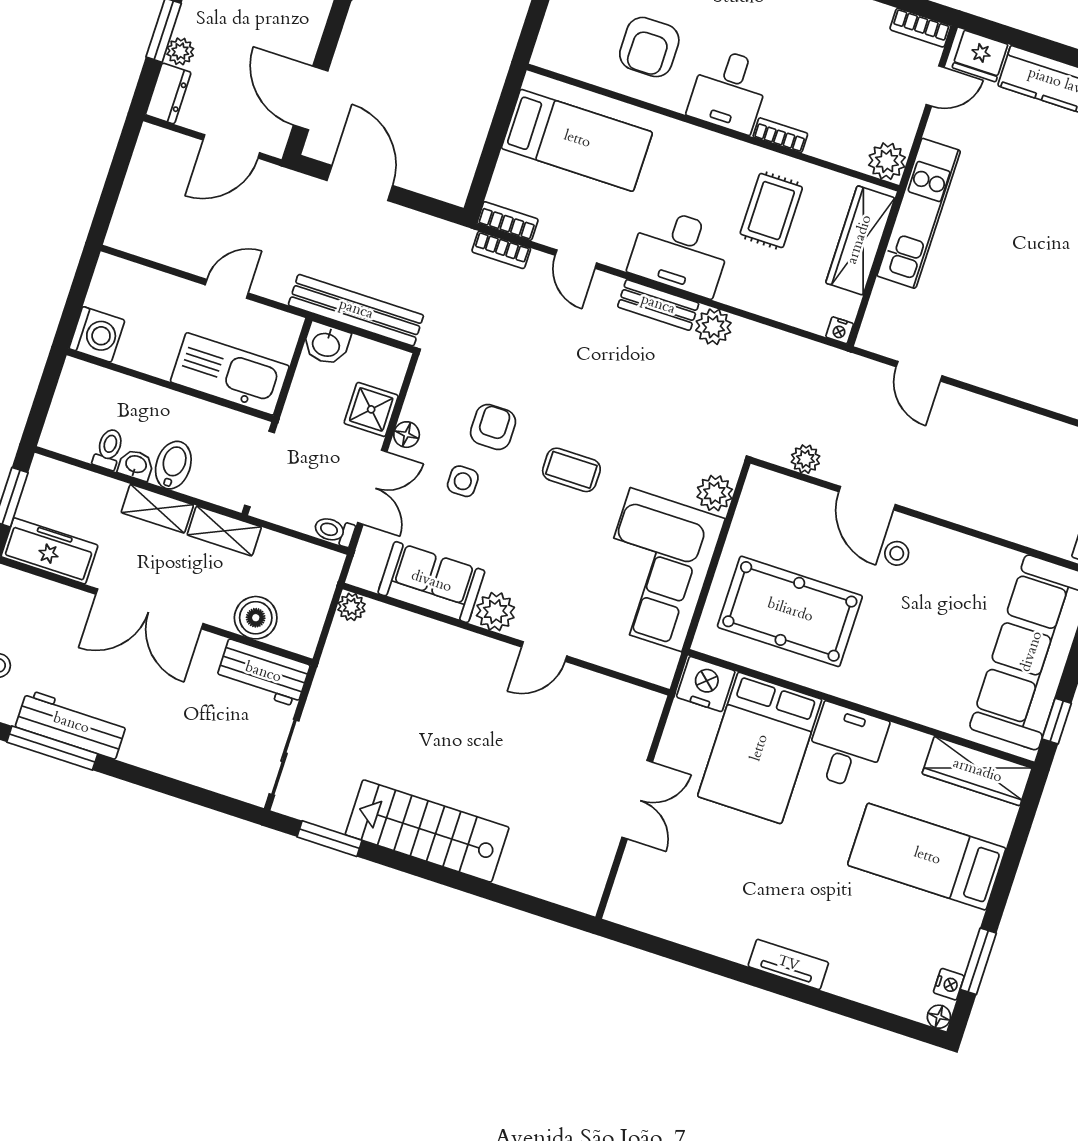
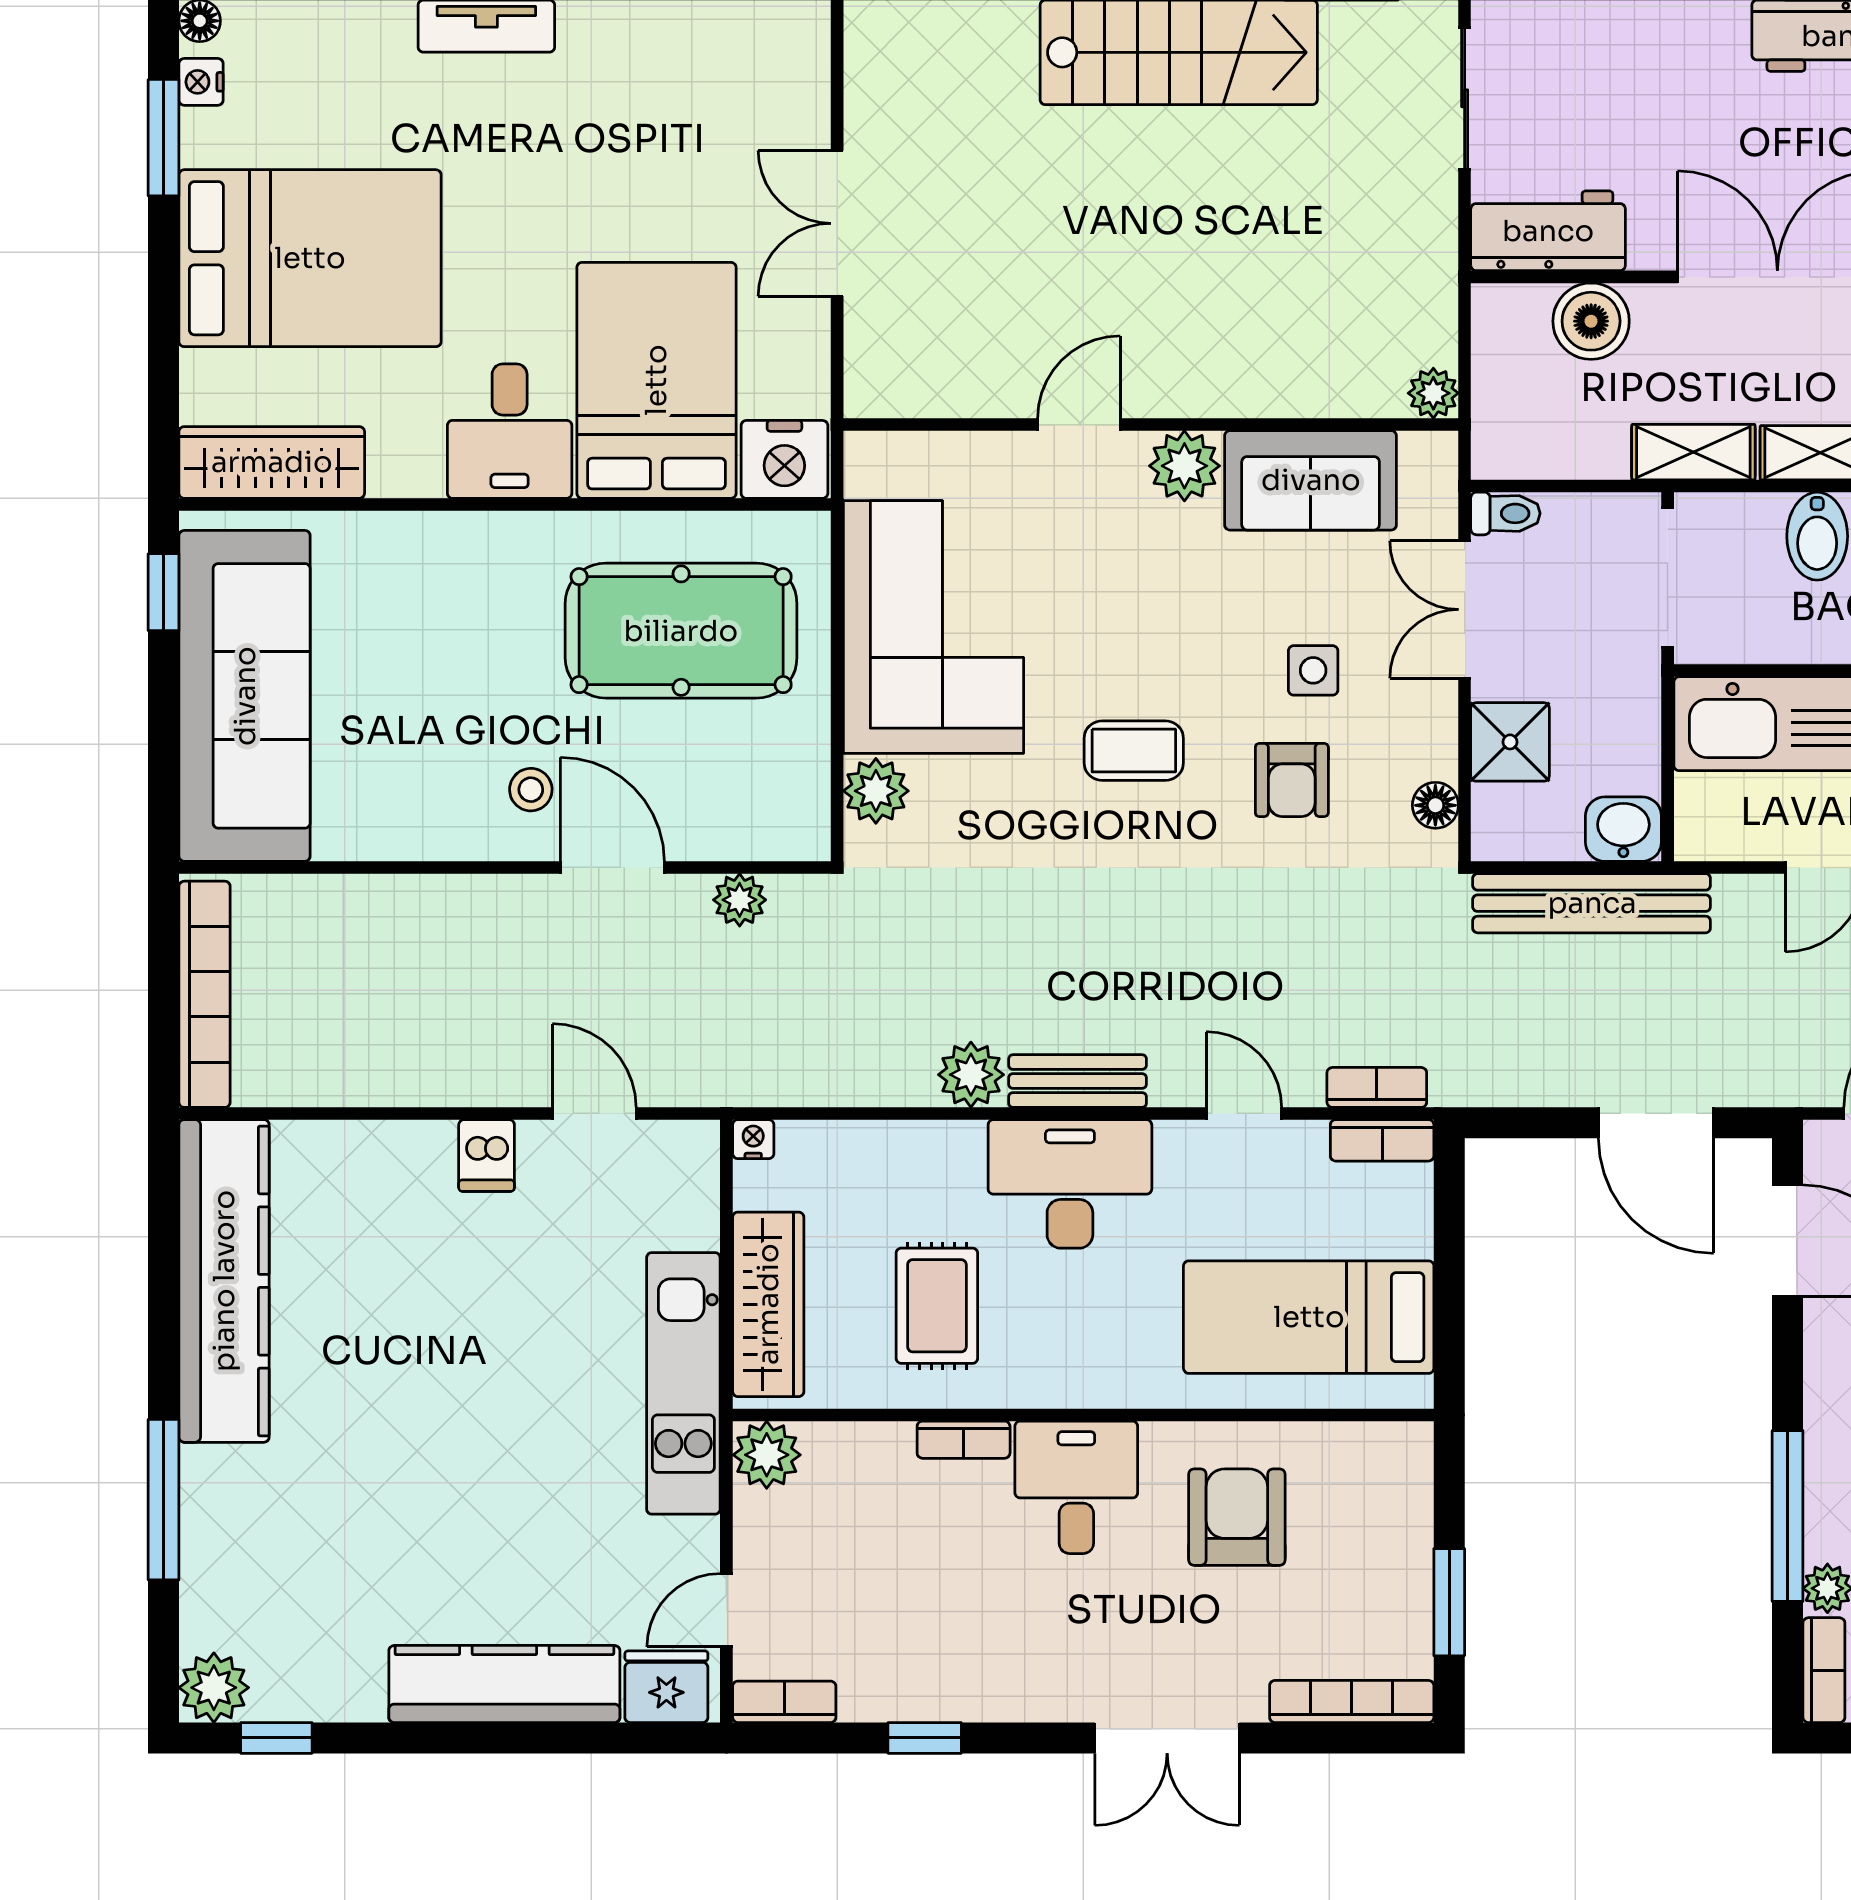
dishwasher: (983, 368) -> (487, 1156), added
floor lamp: (407, 435) -> (1435, 805), moved
bed: (927, 857) -> (310, 258), width x1.50

